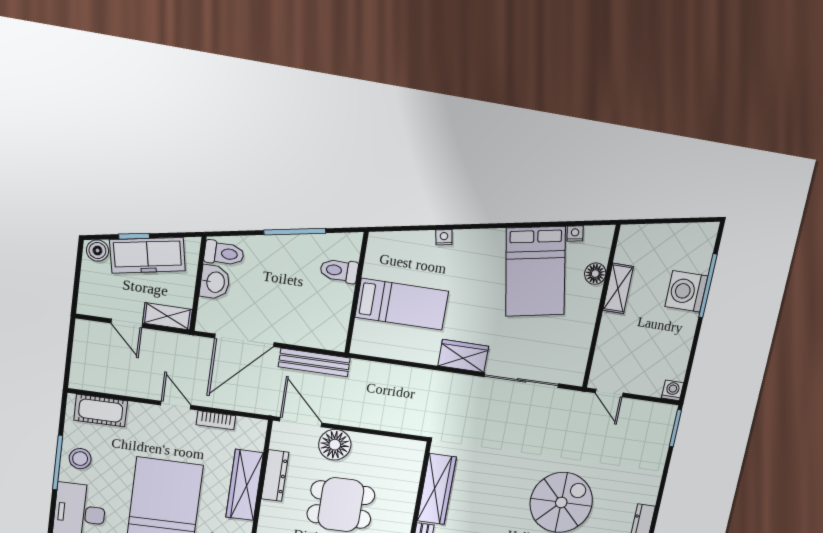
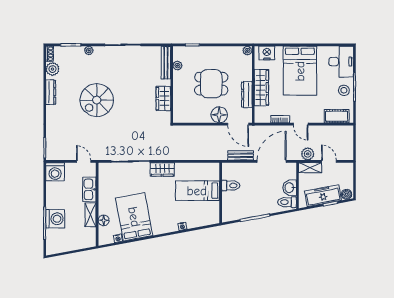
toilet: (339, 271) -> (231, 186), moved
kitchen sink: (610, 338) -> (89, 189), added
plant: (169, 345) -> (308, 154), added
bench: (314, 362) -> (241, 155), width x0.73
washing machine: (673, 390) -> (55, 172), width x1.89, depth x1.89
wardrobe: (437, 489) -> (163, 99), width x0.67

